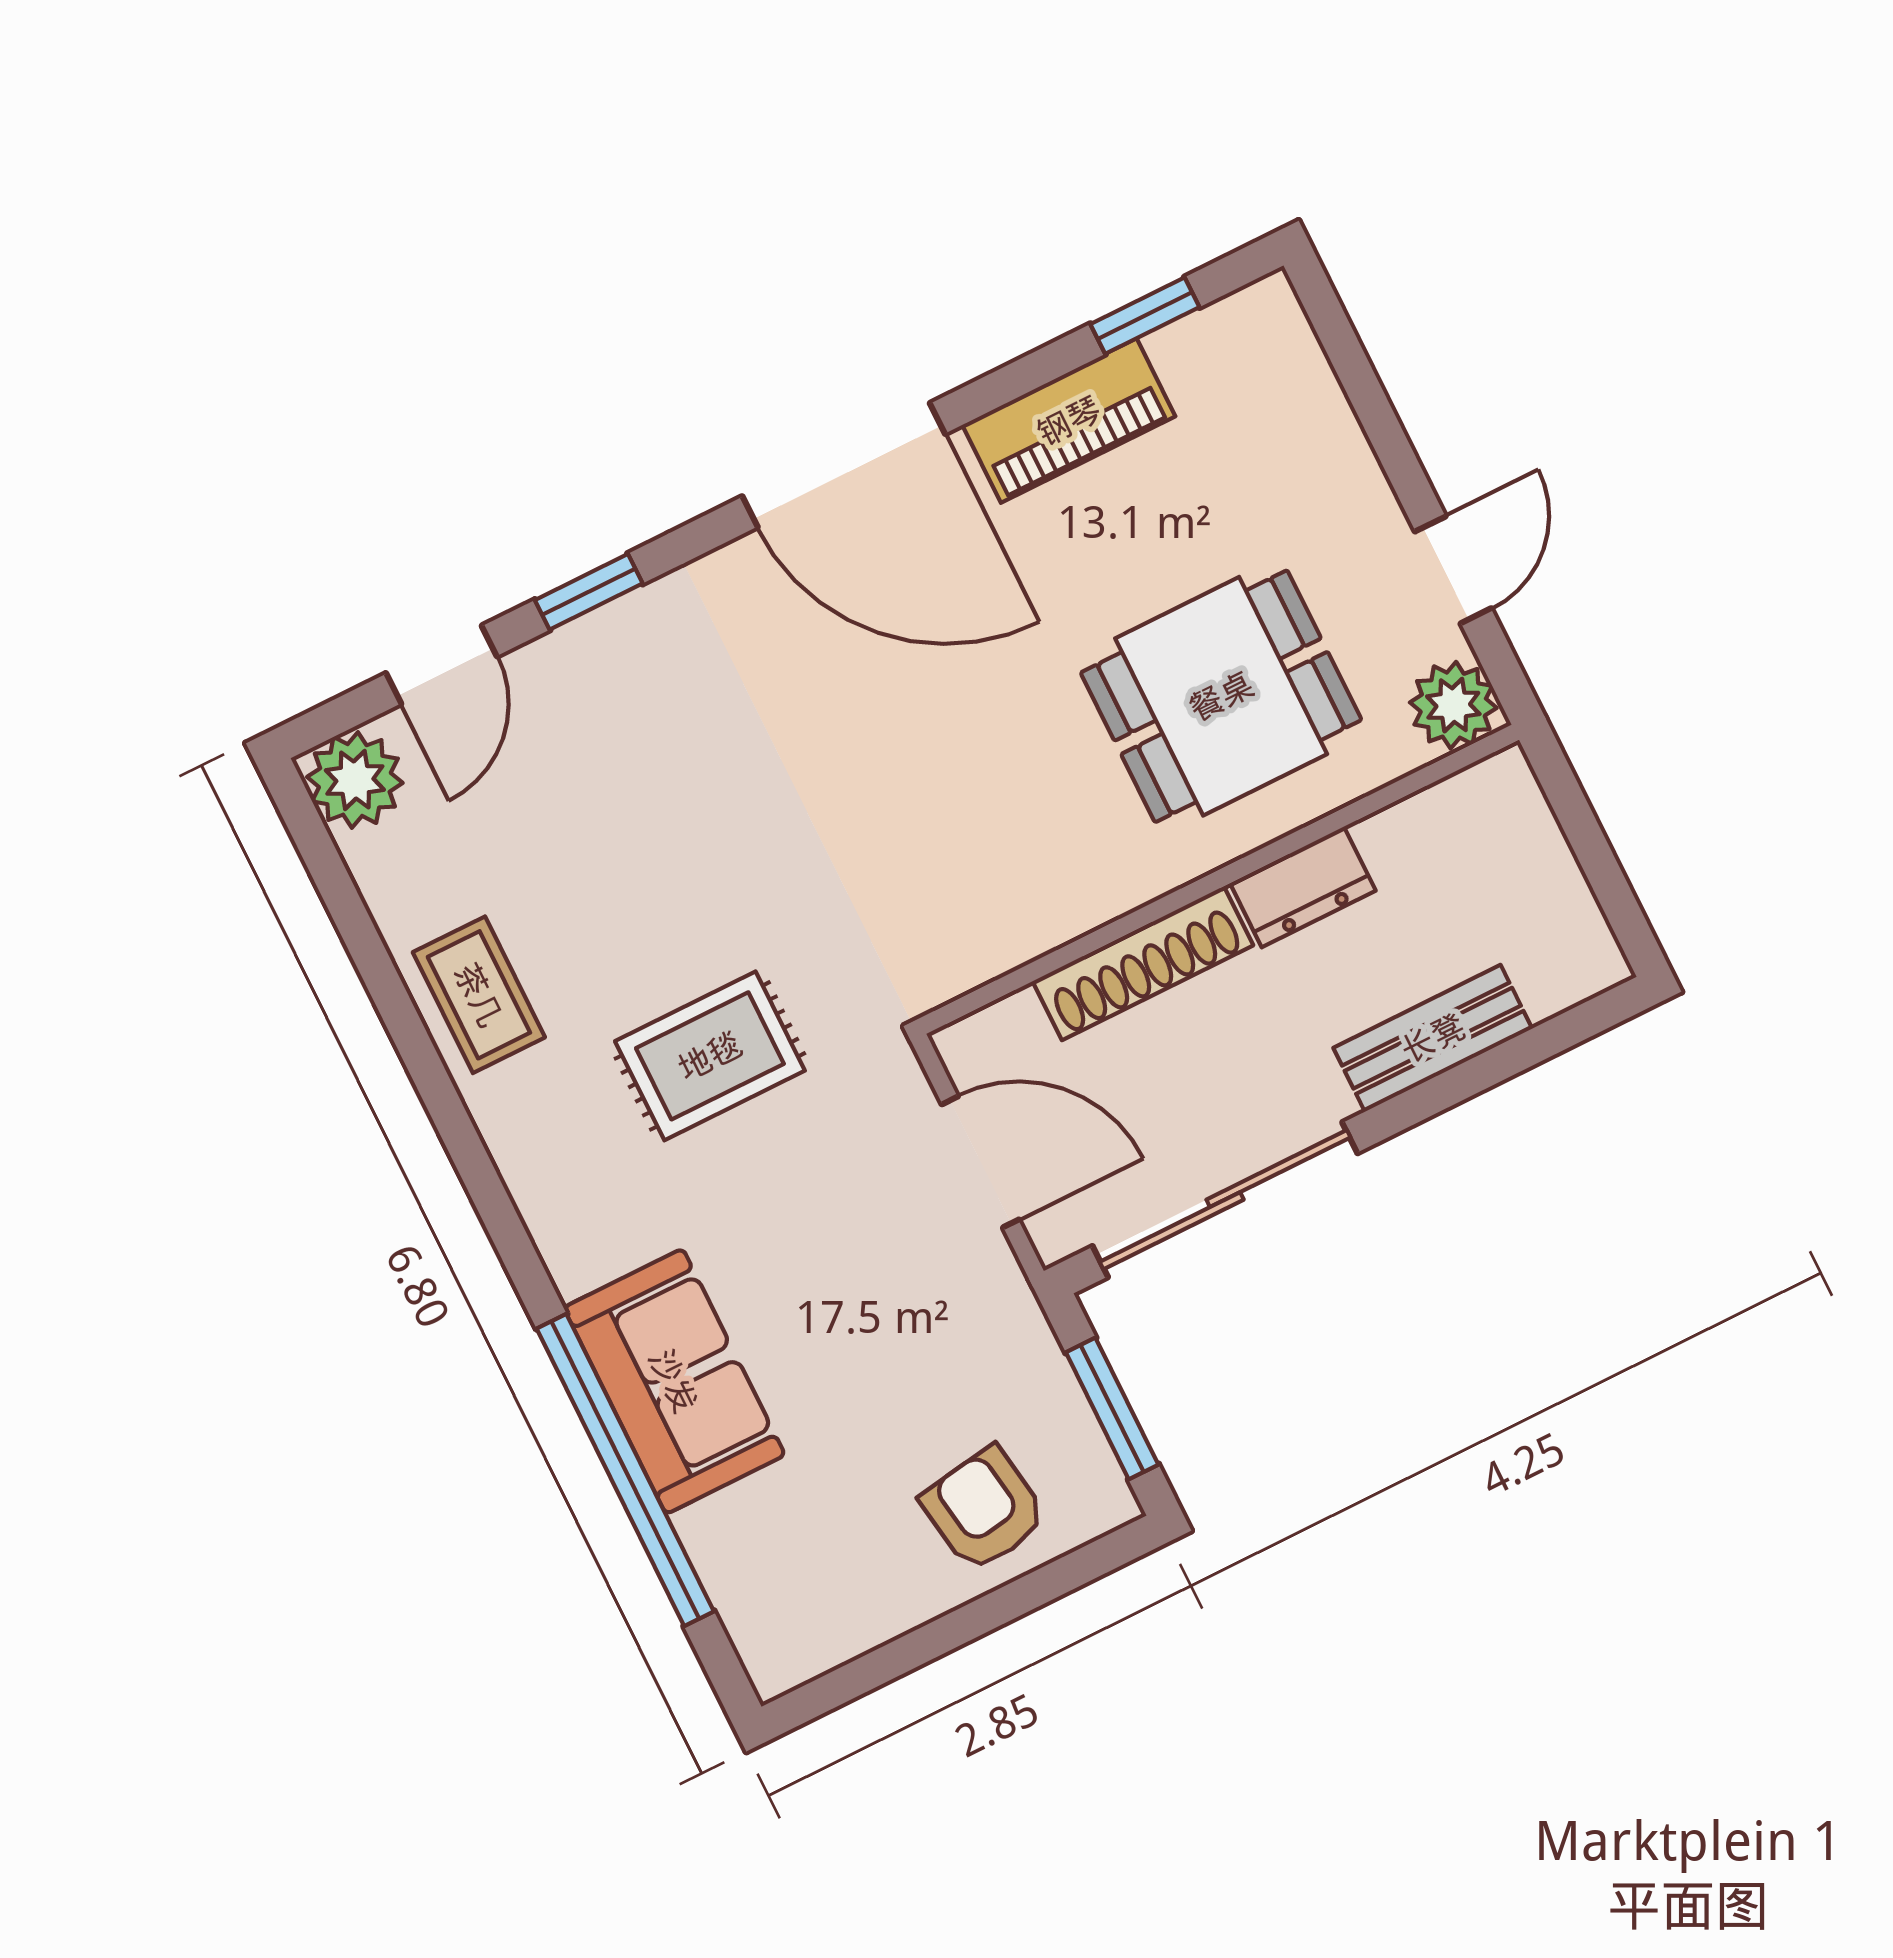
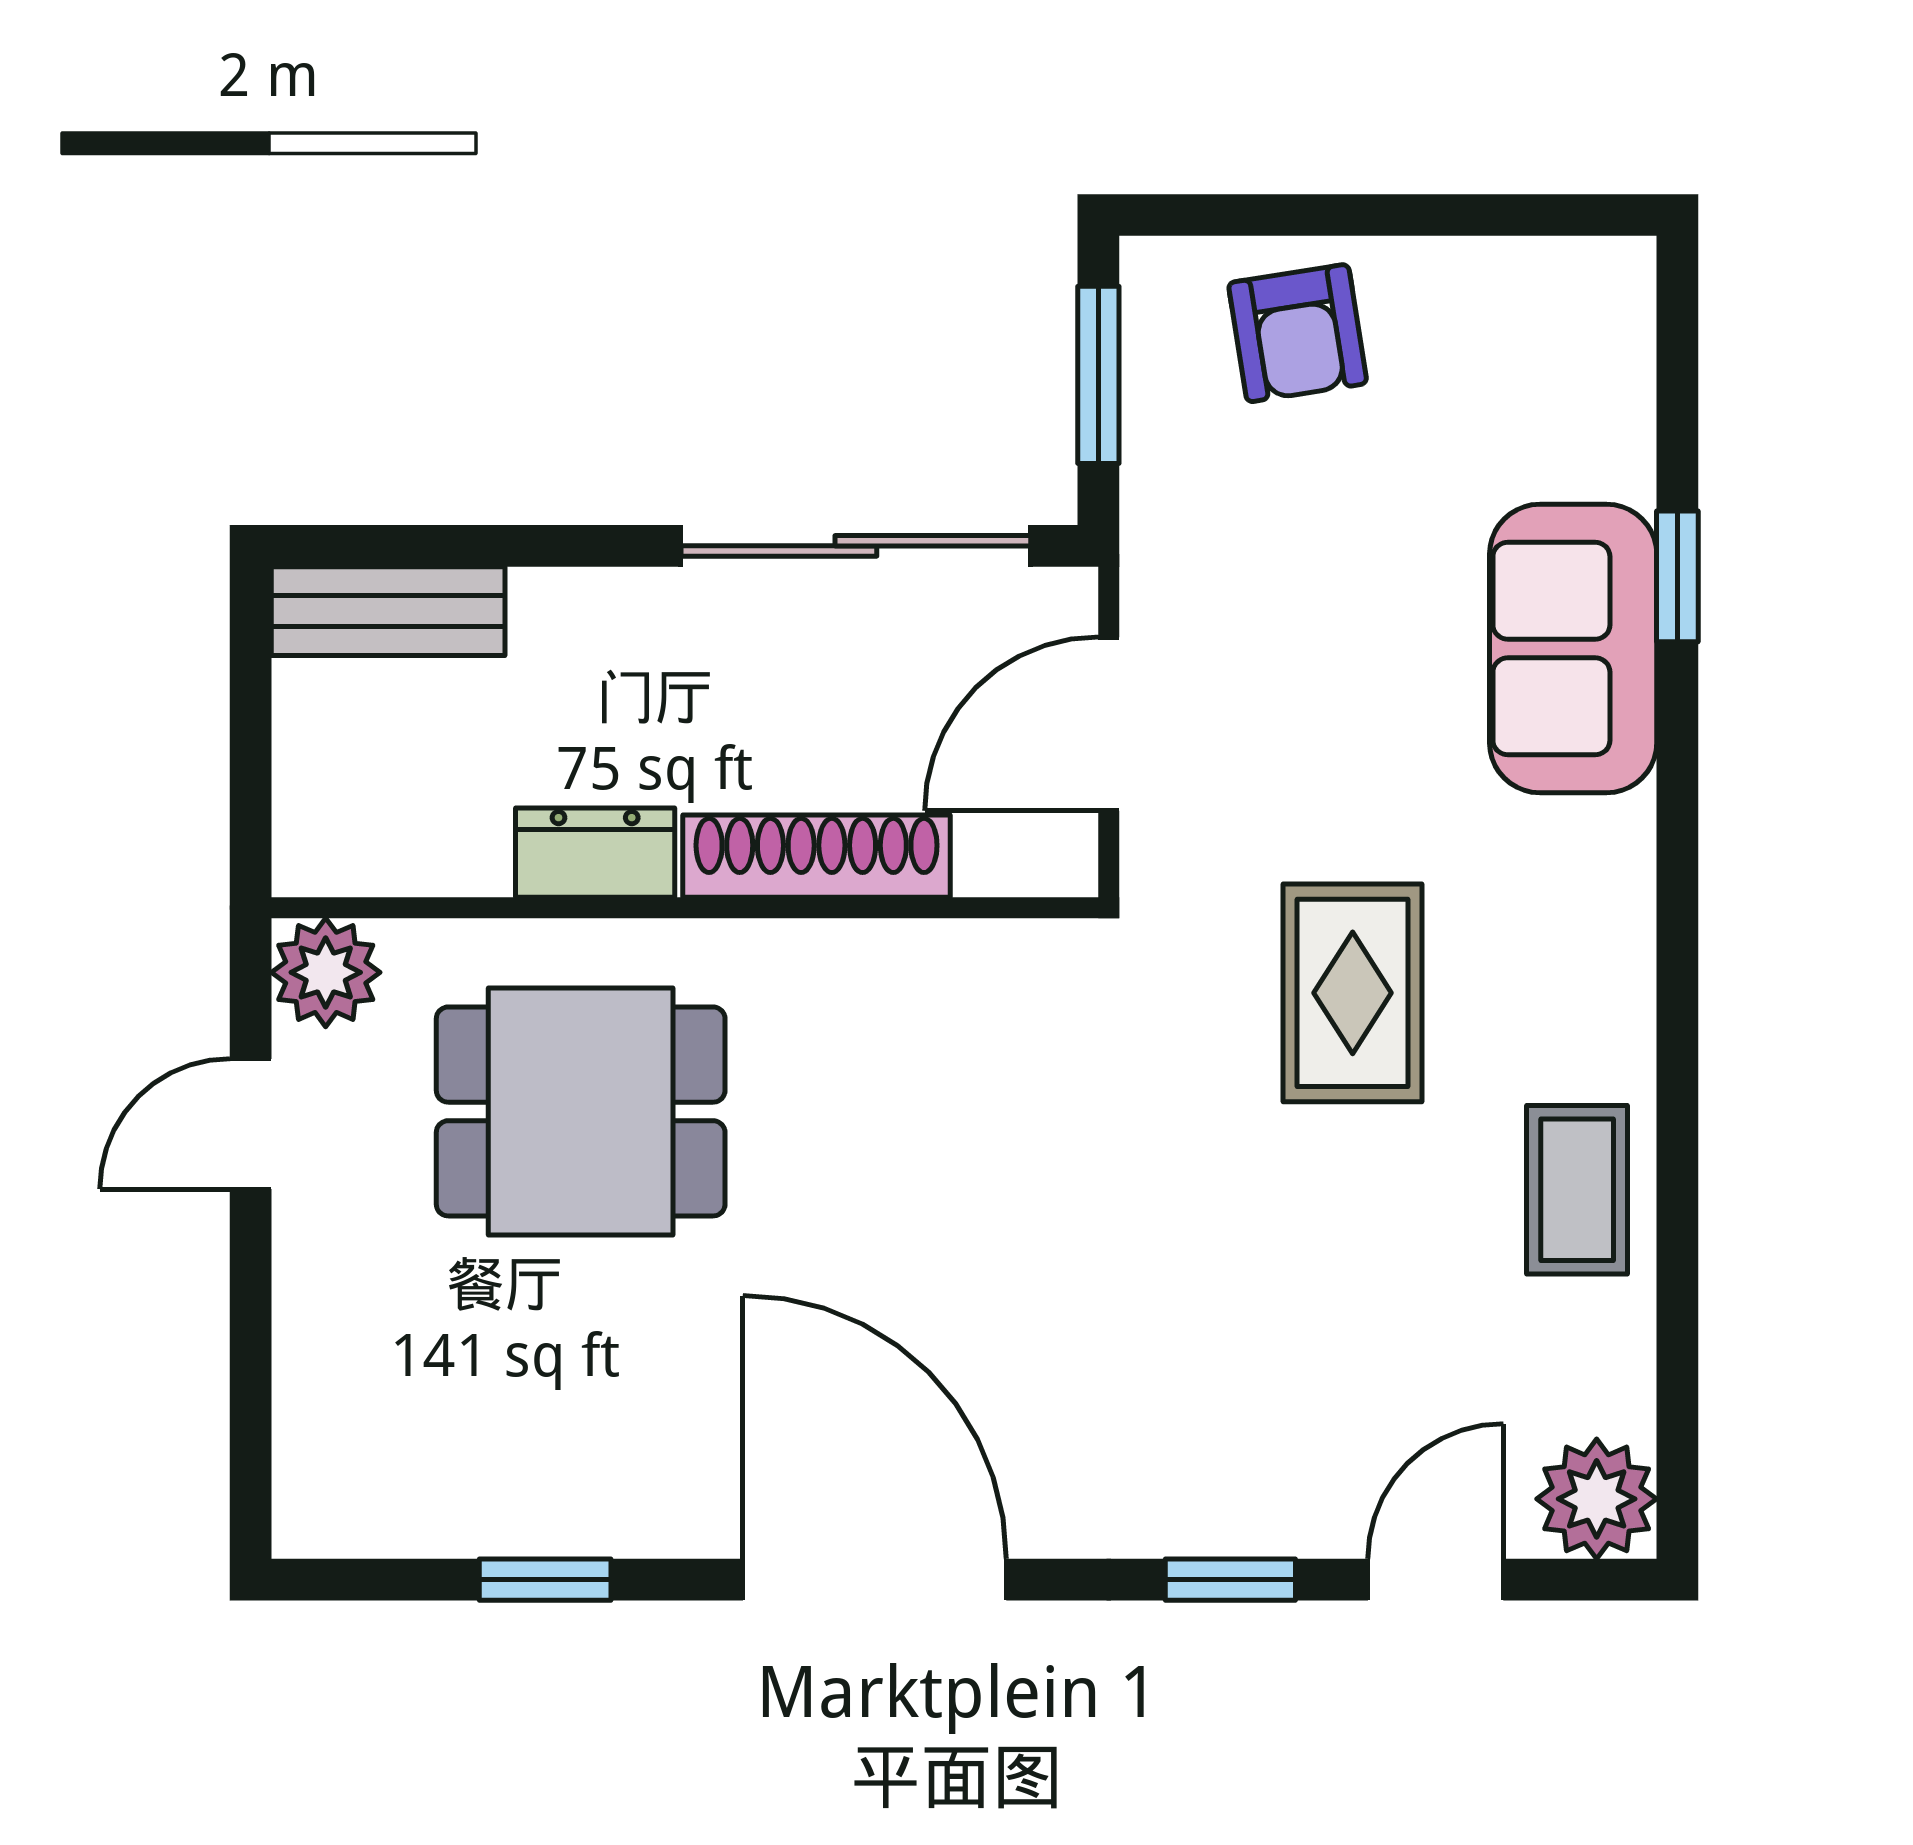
window: (1145, 316) -> (545, 1580), moved
piano: (1069, 421) -> (598, 1505), removed
bench: (1433, 1038) -> (388, 611), moved
rug: (710, 1056) -> (1353, 993), turned 90
door: (980, 1162) -> (1109, 724), hinge flipped
window: (625, 1470) -> (1677, 576), width x0.32

